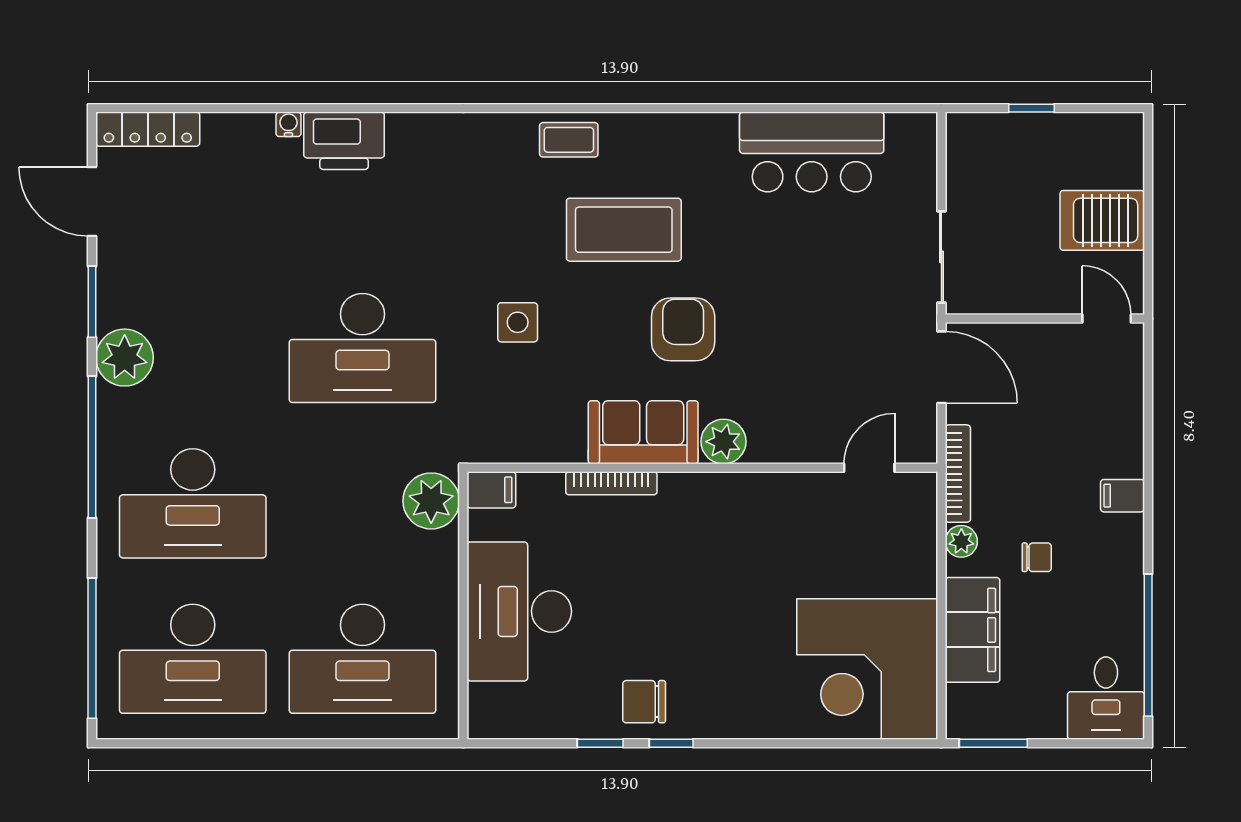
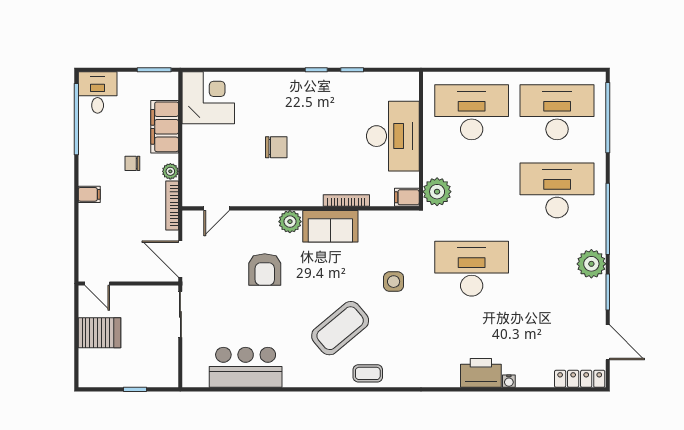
coffee table: (624, 230) -> (340, 328), turned -40
armchair: (683, 329) -> (265, 270), moved
corner desk: (867, 669) -> (208, 98), width x0.74, depth x0.74
chair: (644, 702) -> (276, 147), moved

